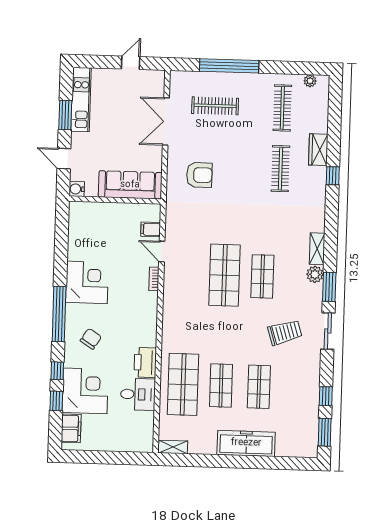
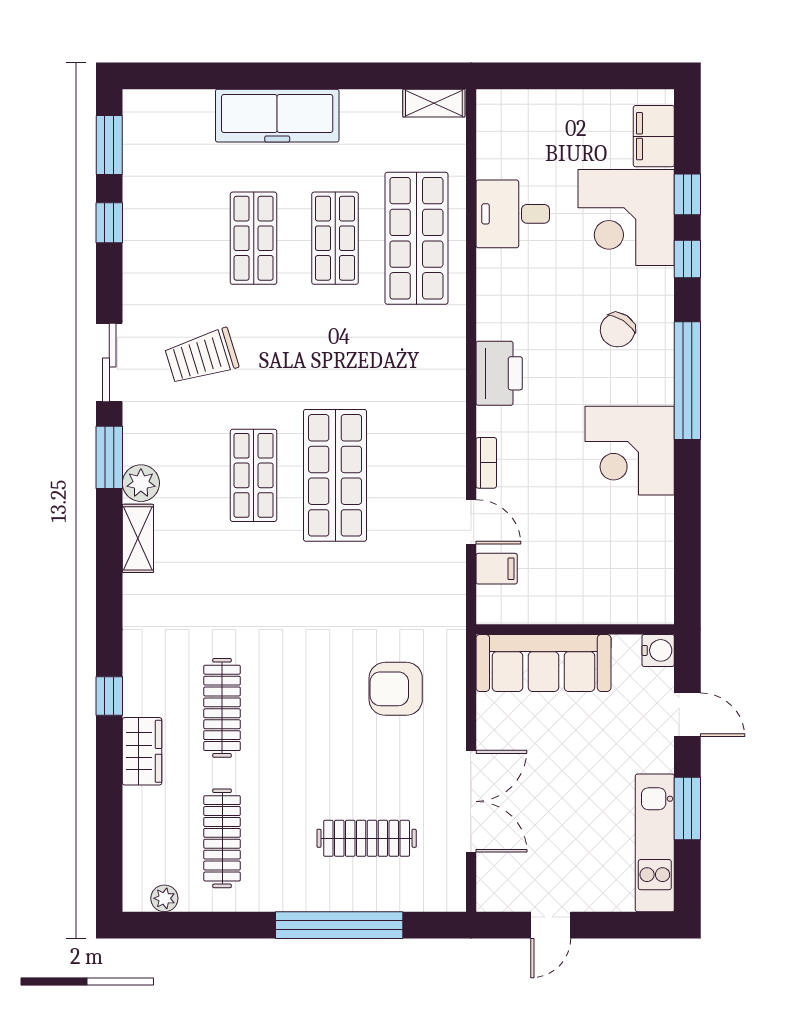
printer: (145, 362) -> (499, 373), moved

